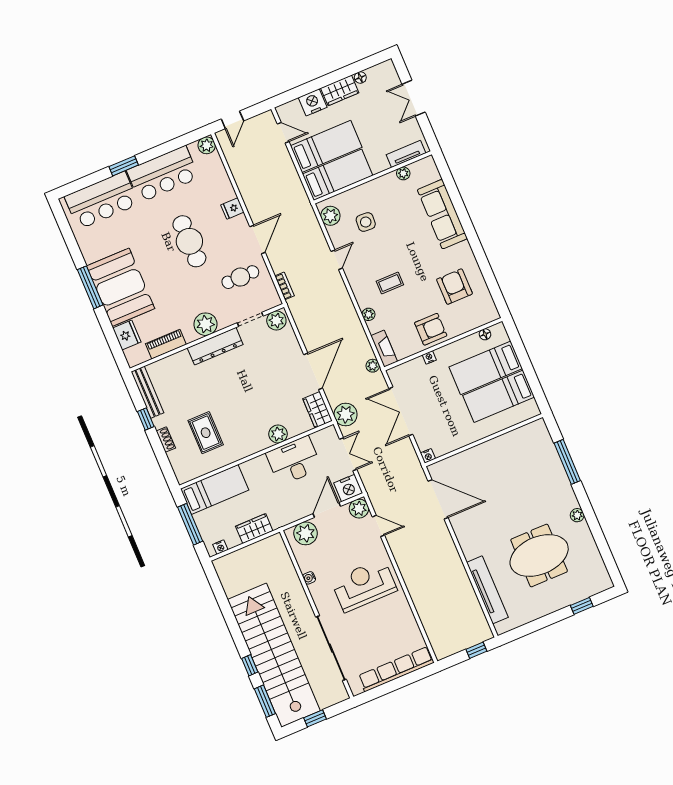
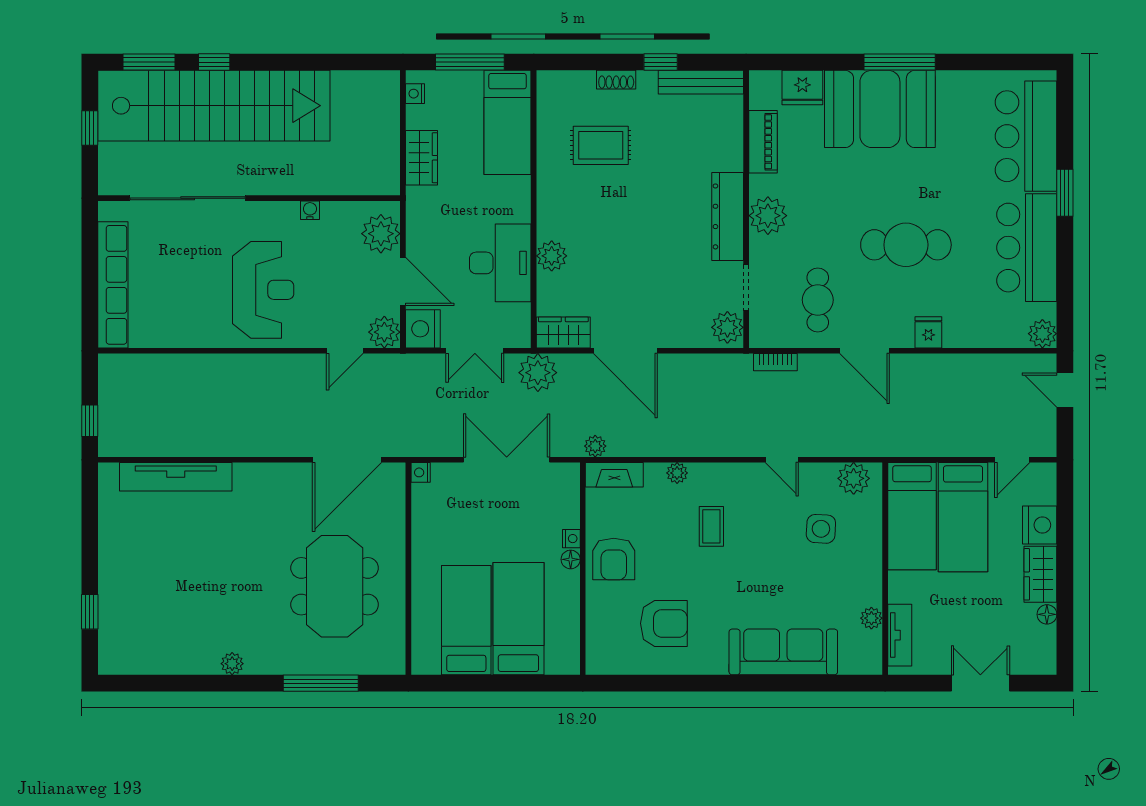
floor lamp: (485, 334) -> (571, 559), moved
meeting table: (539, 555) -> (335, 586), moved

